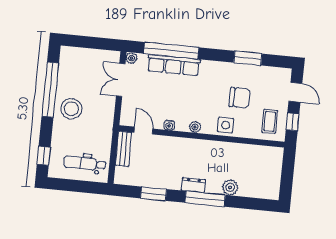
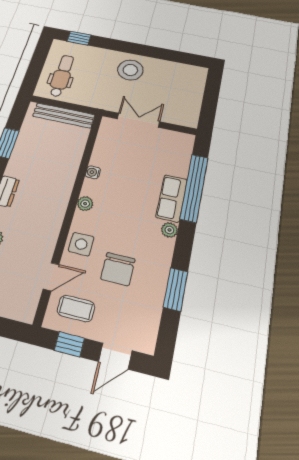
plant: (132, 58) -> (169, 230), moved
row of seats: (174, 65) -> (172, 198), width x0.68
double door: (121, 80) -> (138, 120), moved
window: (50, 90) -> (156, 53), removed
door: (143, 131) -> (51, 277), moved
bench: (123, 149) -> (64, 115), width x1.36

